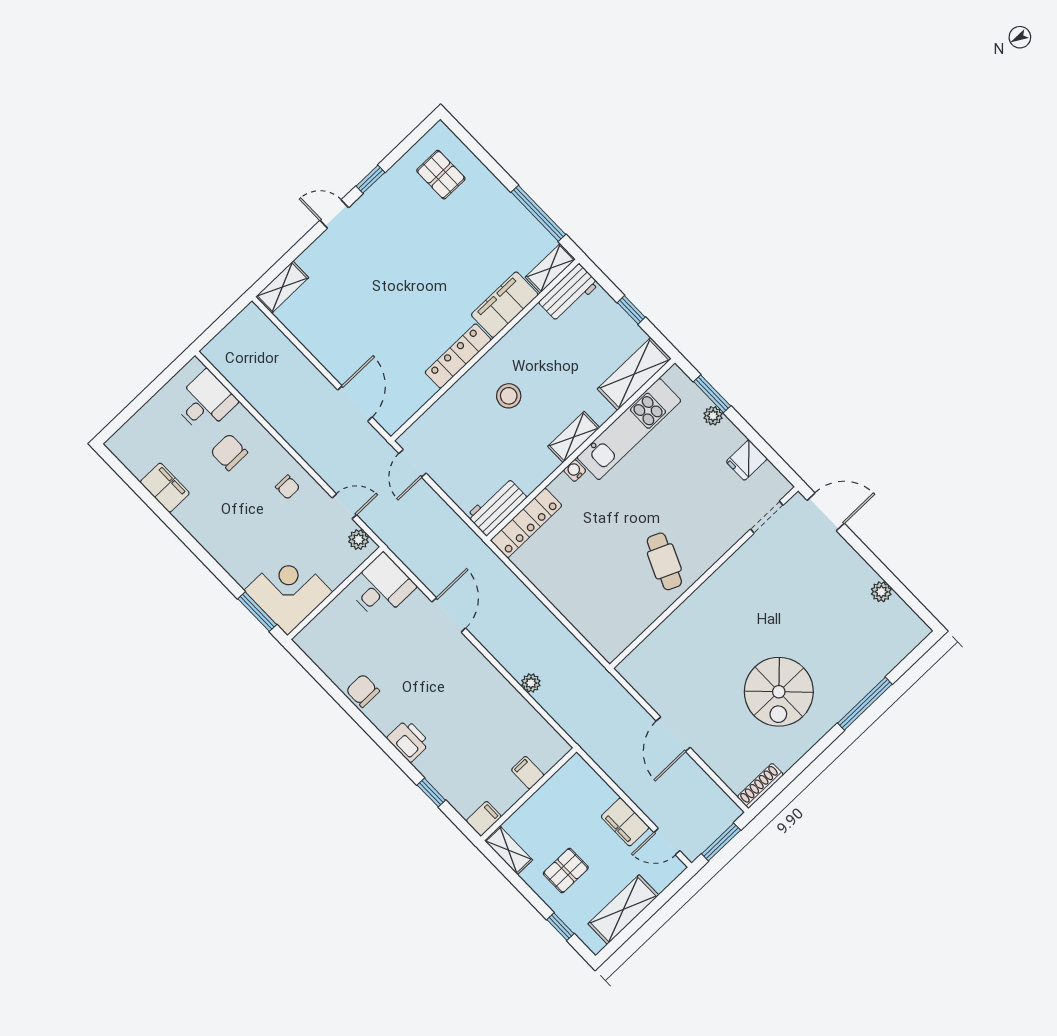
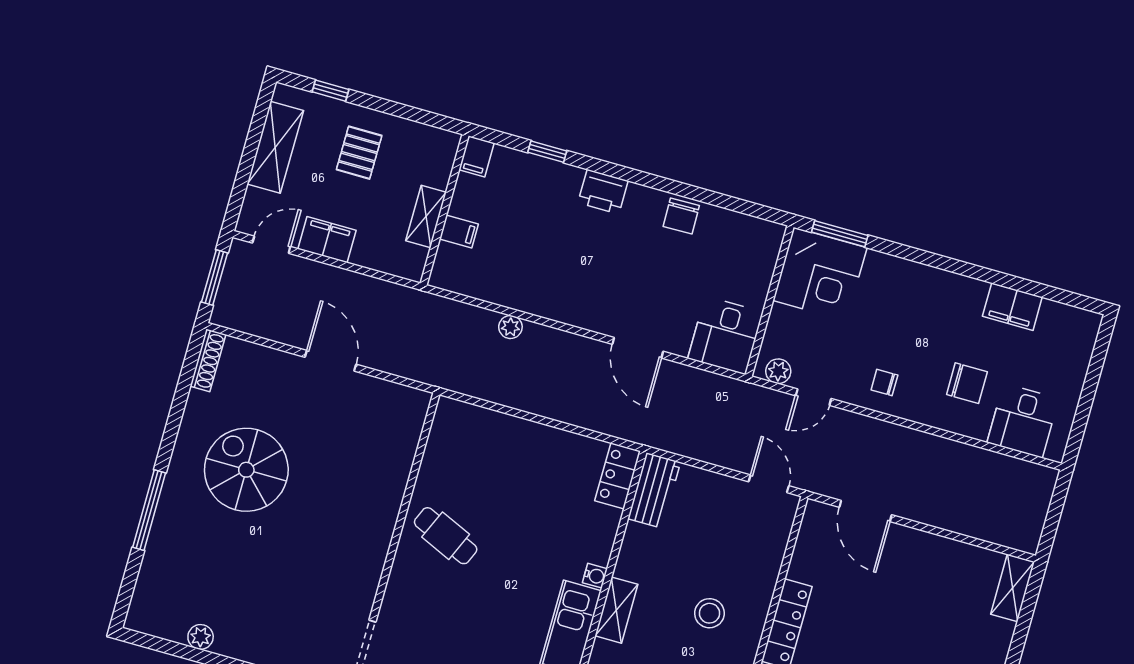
locker: (526, 523) -> (618, 476), width x0.66
chair: (363, 691) -> (681, 216), turned 89
shelving: (509, 850) -> (426, 216), moved, turned 90

